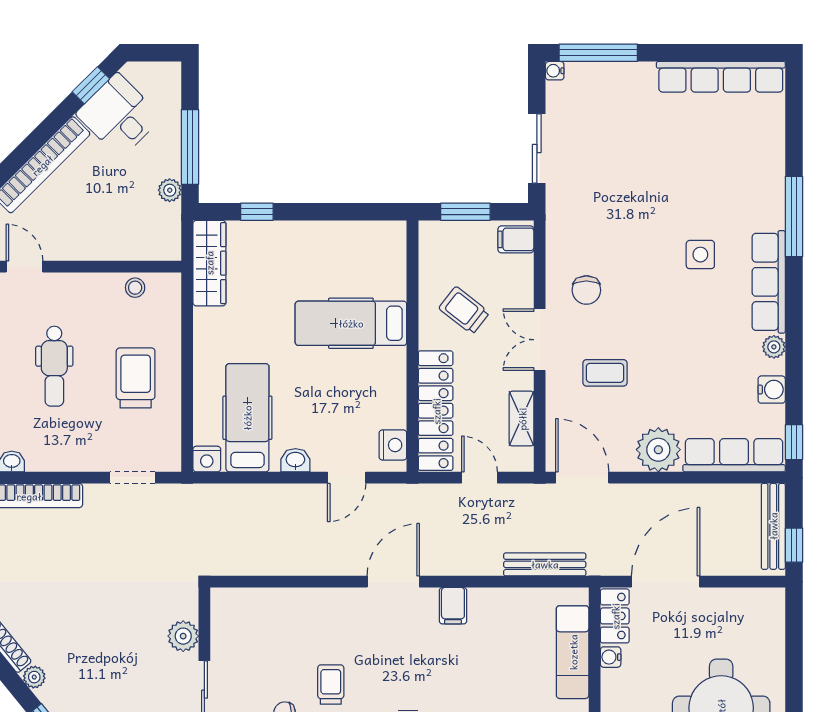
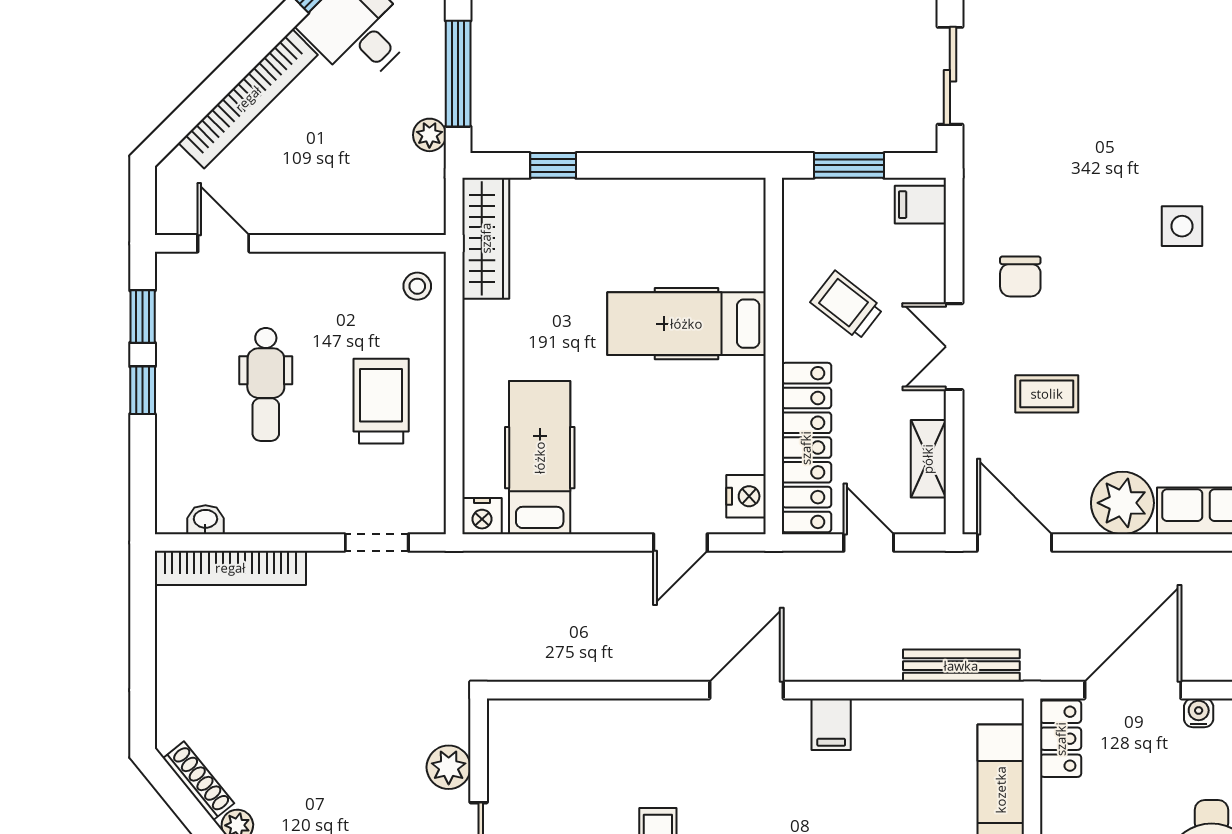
stool: (135, 288) -> (417, 286), moved
washbasin: (295, 460) -> (608, 518), removed
water cooler: (611, 657) -> (1199, 713), moved, turned 90

